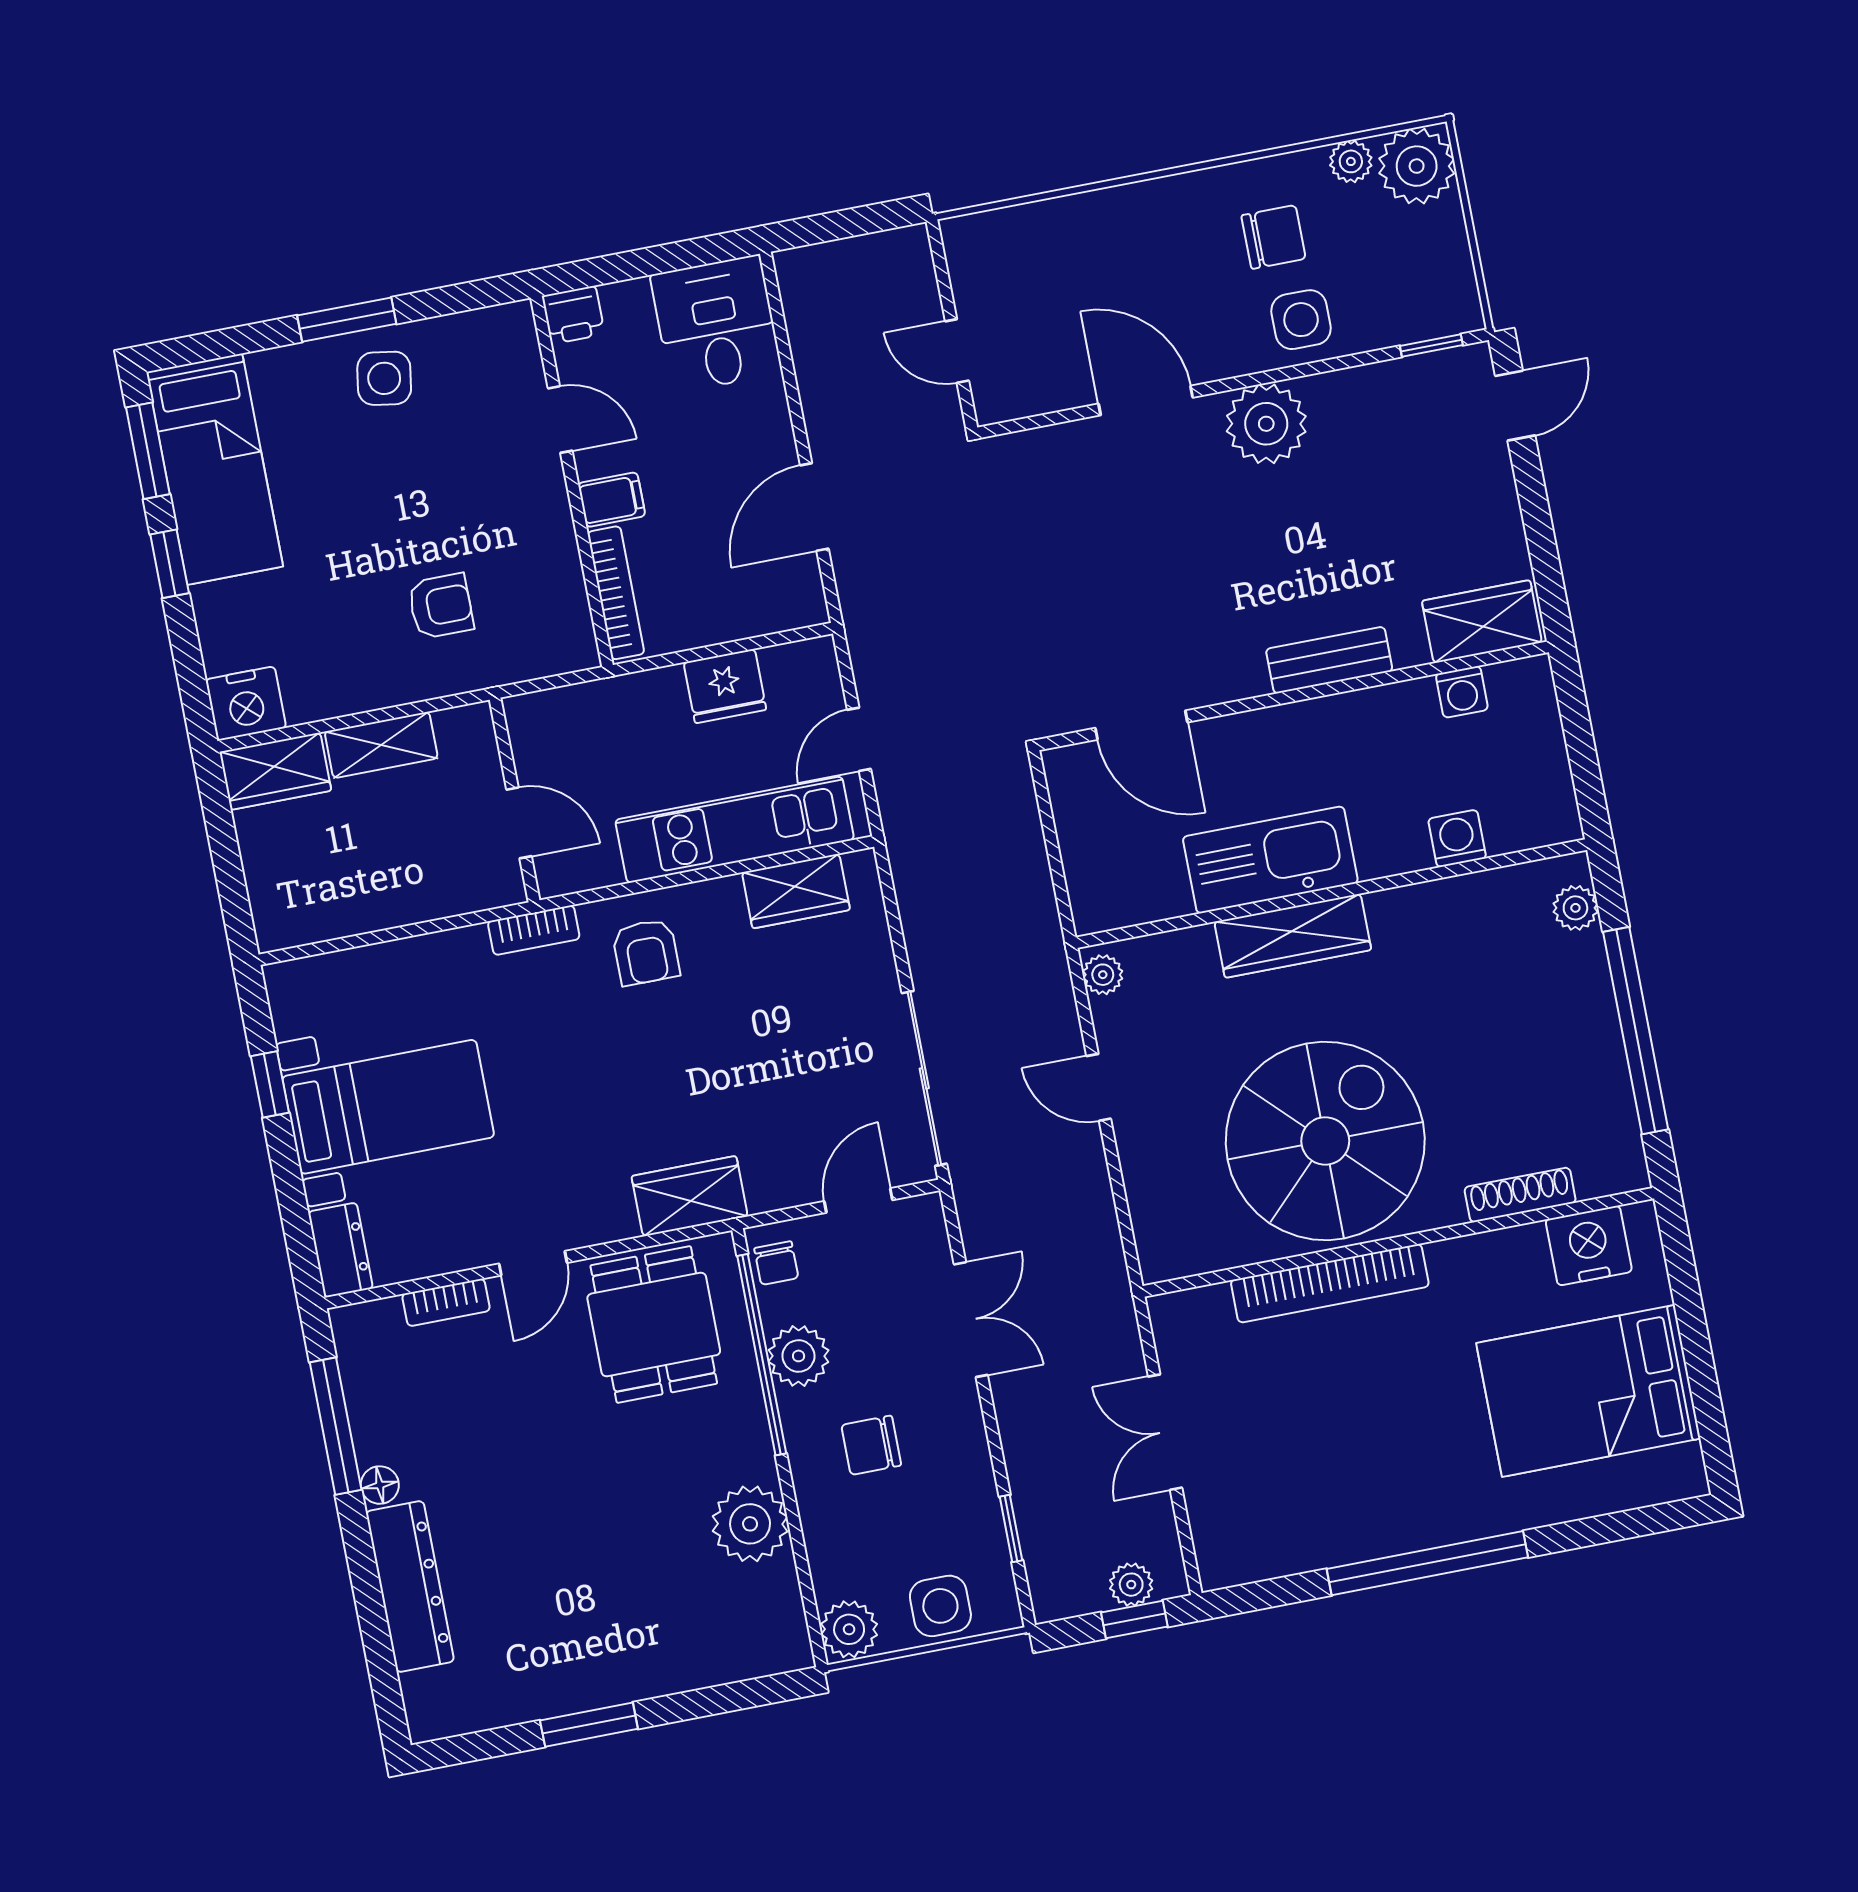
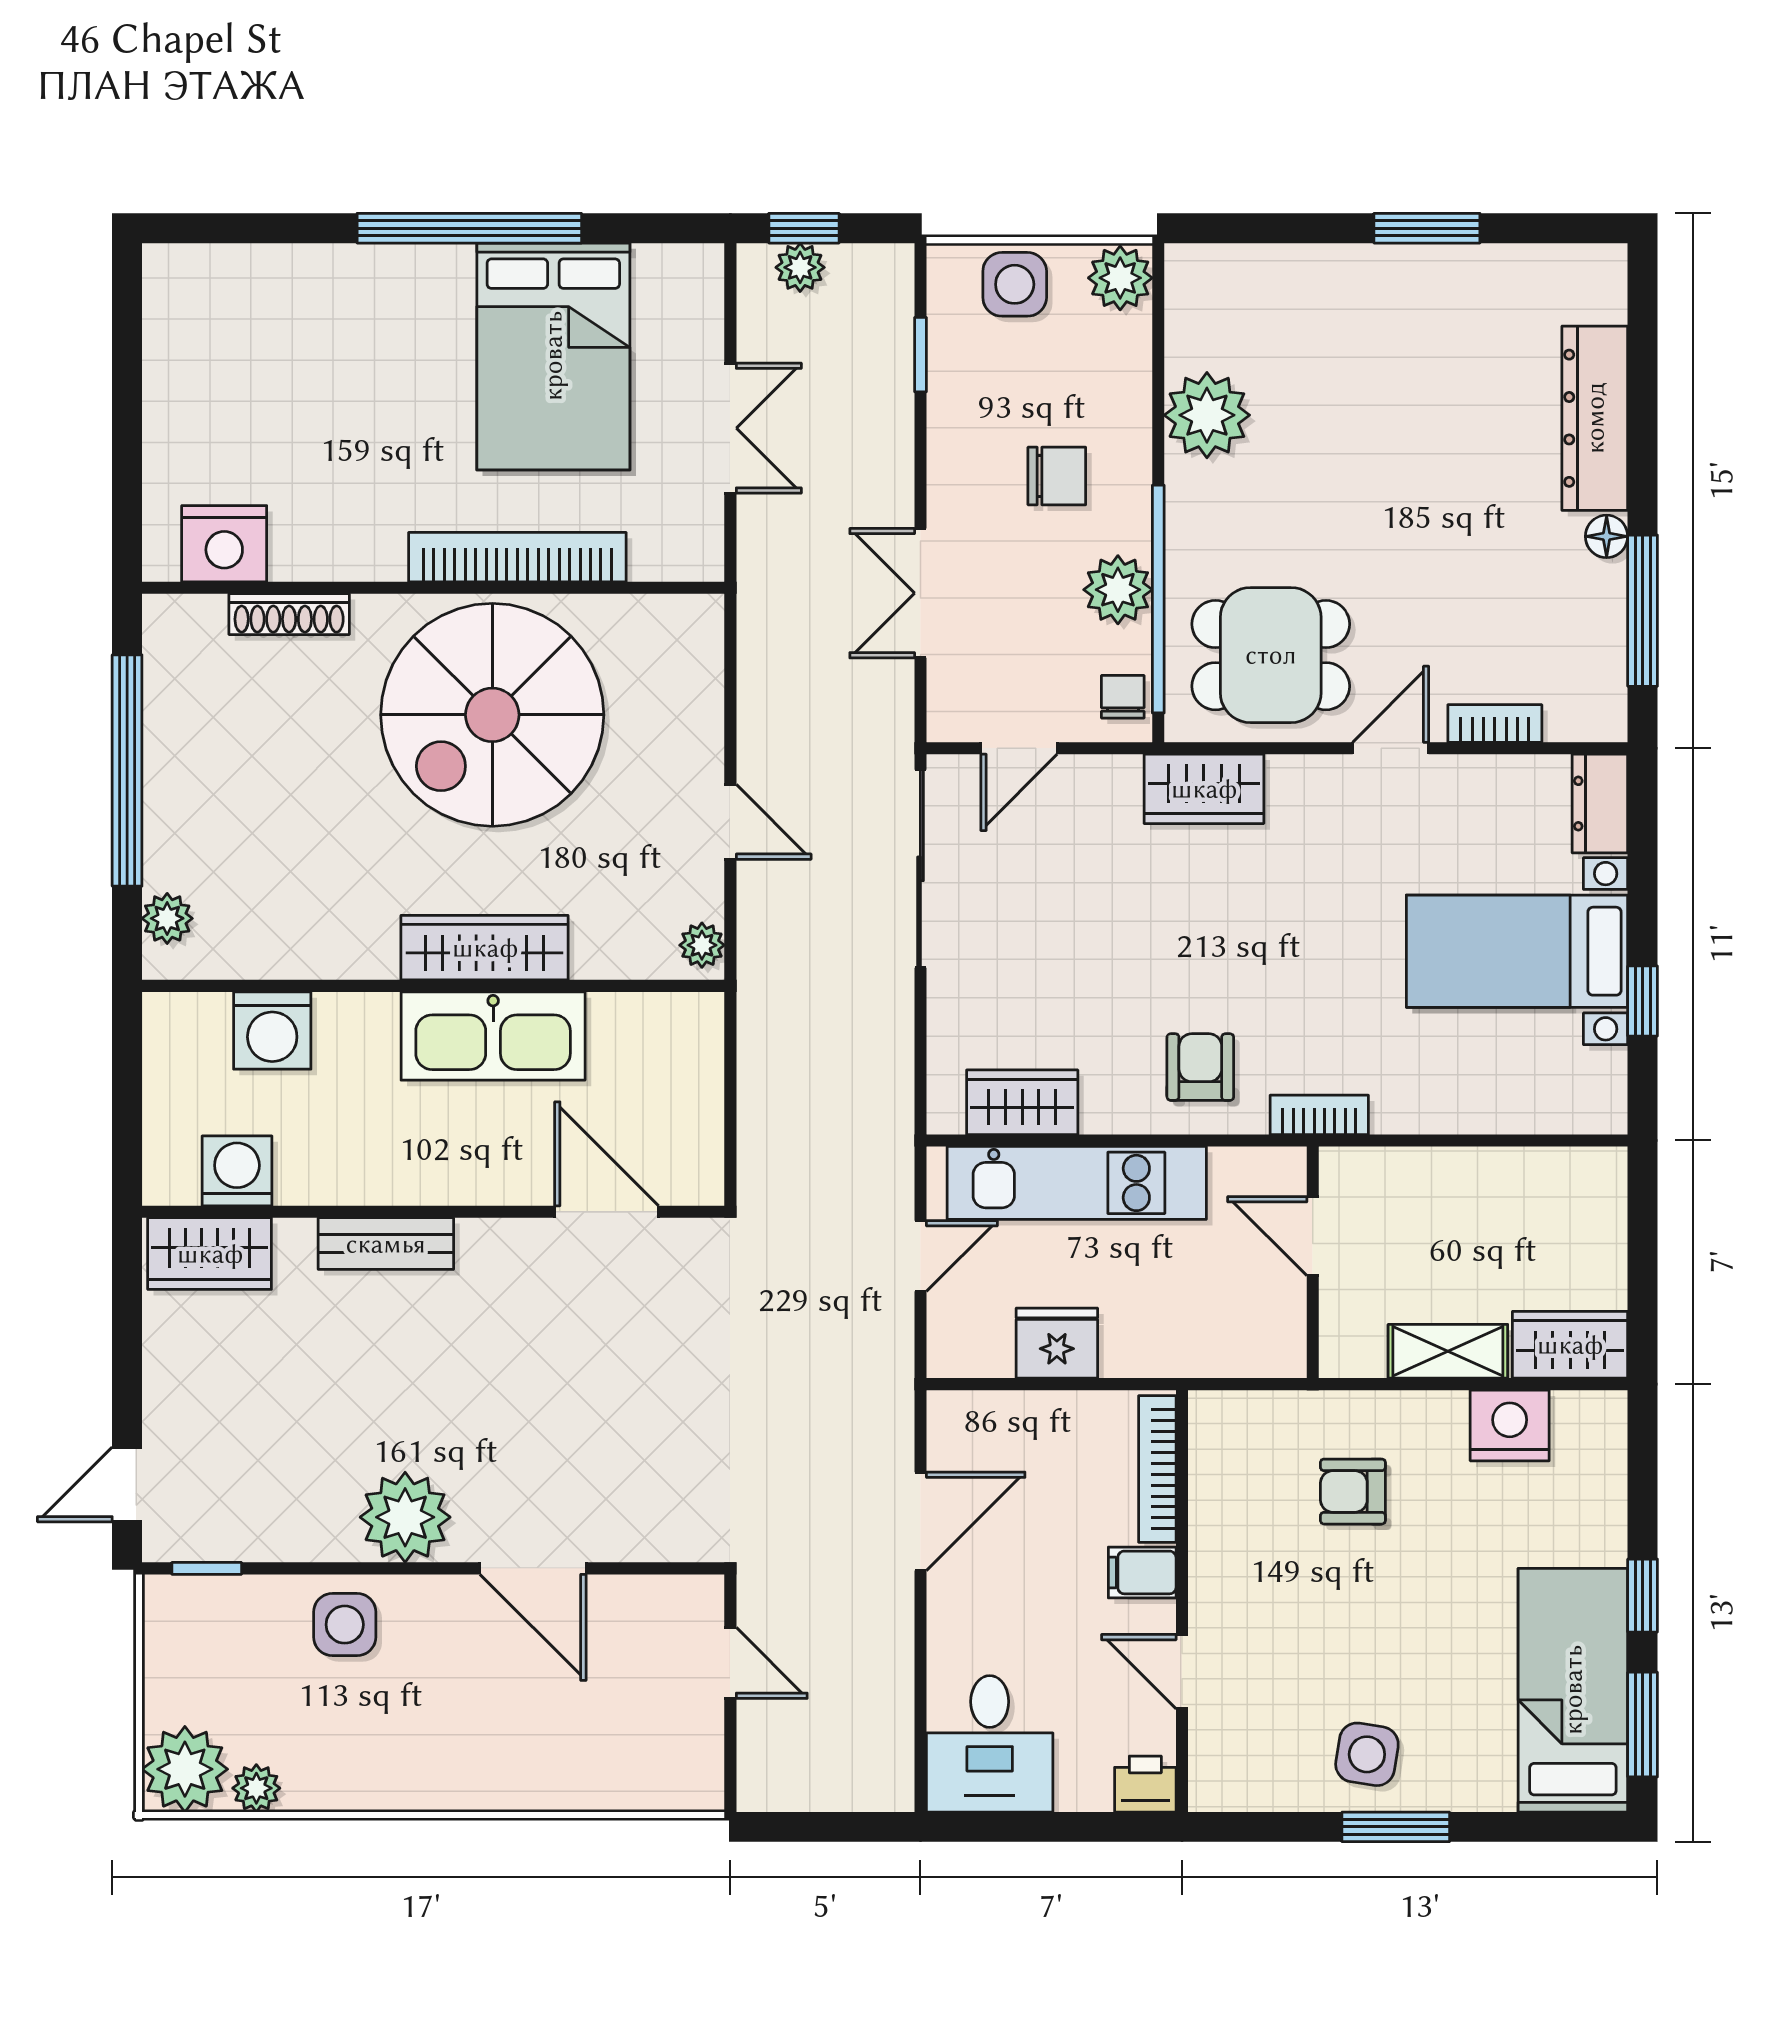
chair: (1273, 237) -> (358, 1721), removed
washing machine: (1462, 692) -> (237, 1171), width x1.38, depth x1.38
nightstand: (246, 704) -> (1510, 1425), moved
washing machine: (1457, 839) -> (272, 1031), width x1.38, depth x1.38
dining table: (654, 1324) -> (1271, 655), turned 90
bed: (1588, 1391) -> (553, 356), moved, turned 90

